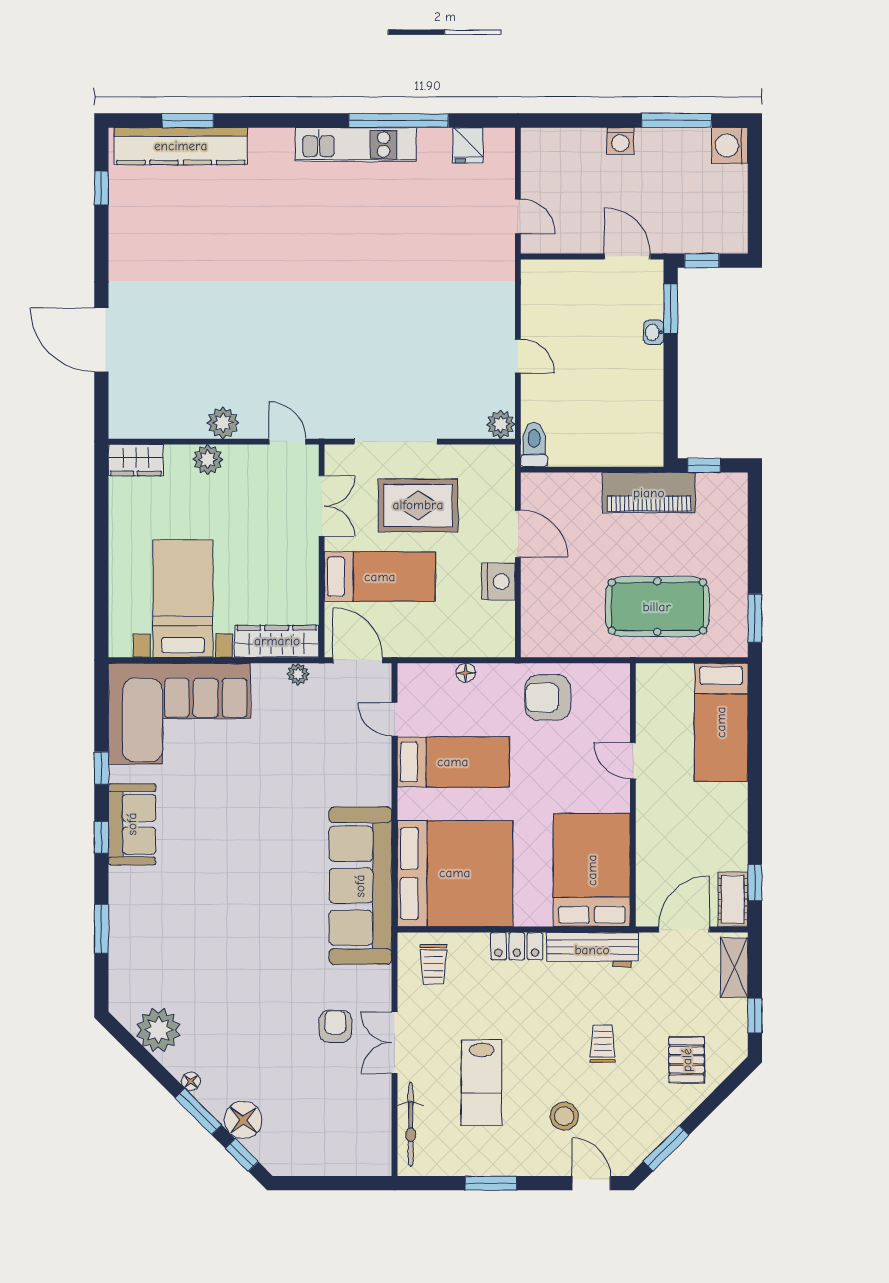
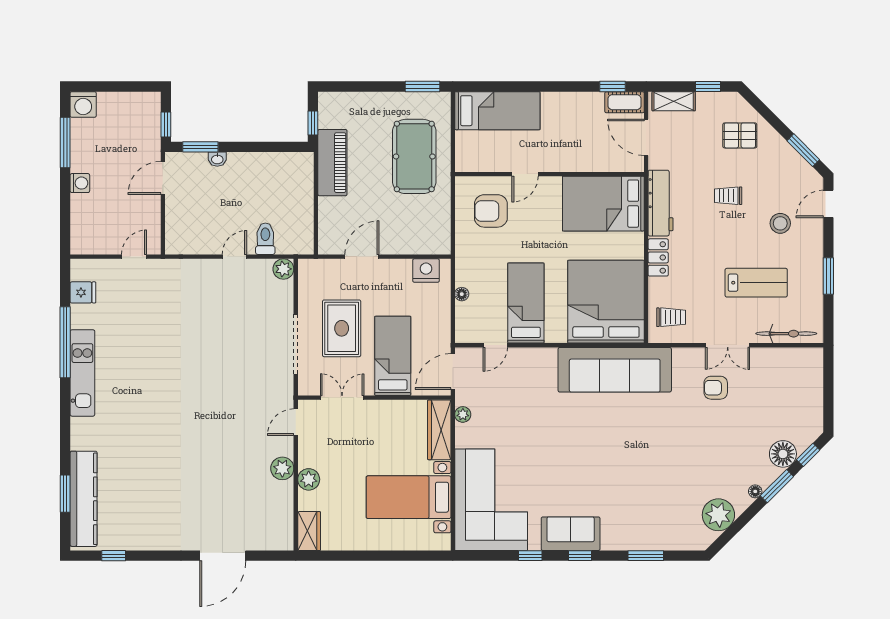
toilet: (534, 445) -> (265, 239), moved, turned 90
nightstand: (499, 581) -> (426, 271), moved
armchair: (548, 697) -> (491, 211), moved, turned 90

